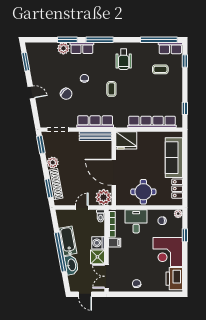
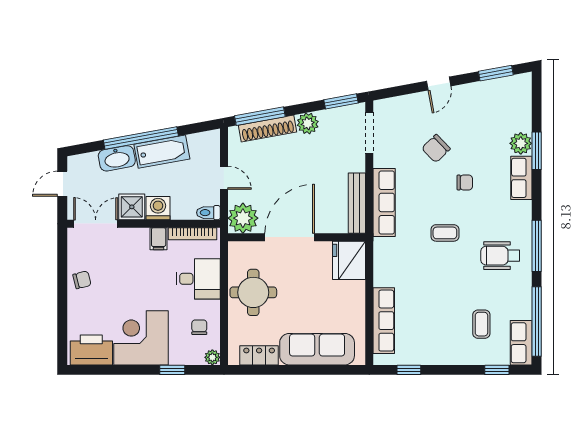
window: (100, 40) -> (537, 246), moved
row of seats: (152, 122) -> (384, 321), width x0.73
window: (49, 188) -> (260, 116), width x1.44

